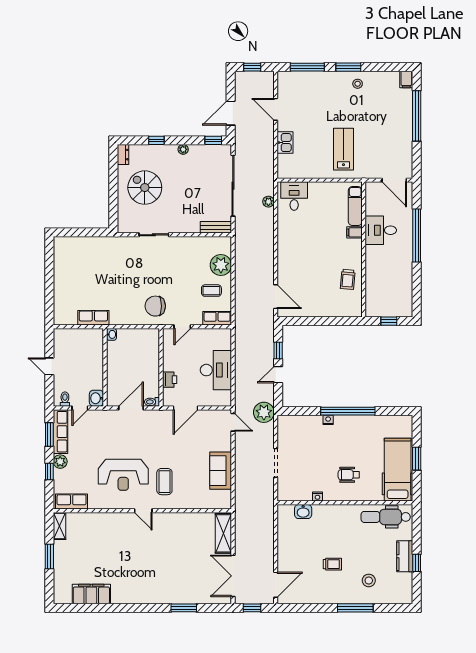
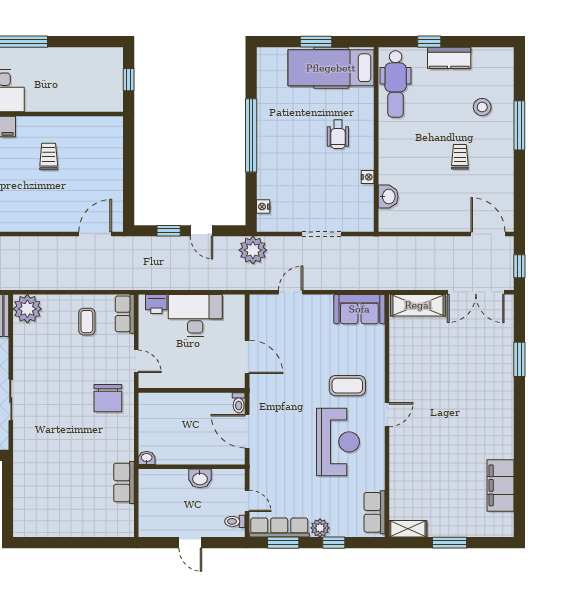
plant: (221, 265) -> (27, 309), moved
trolley: (348, 279) -> (49, 156), moved, turned -95
door: (49, 366) -> (190, 543), hinge flipped
printer: (170, 380) -> (156, 304), moved, turned 180
washbasin: (96, 398) -> (200, 478), moved
nightstand: (328, 420) -> (263, 207), moved
door: (233, 422) -> (291, 292), moved
sofa: (221, 471) -> (359, 309), moved
window: (417, 563) -> (429, 42), moved

